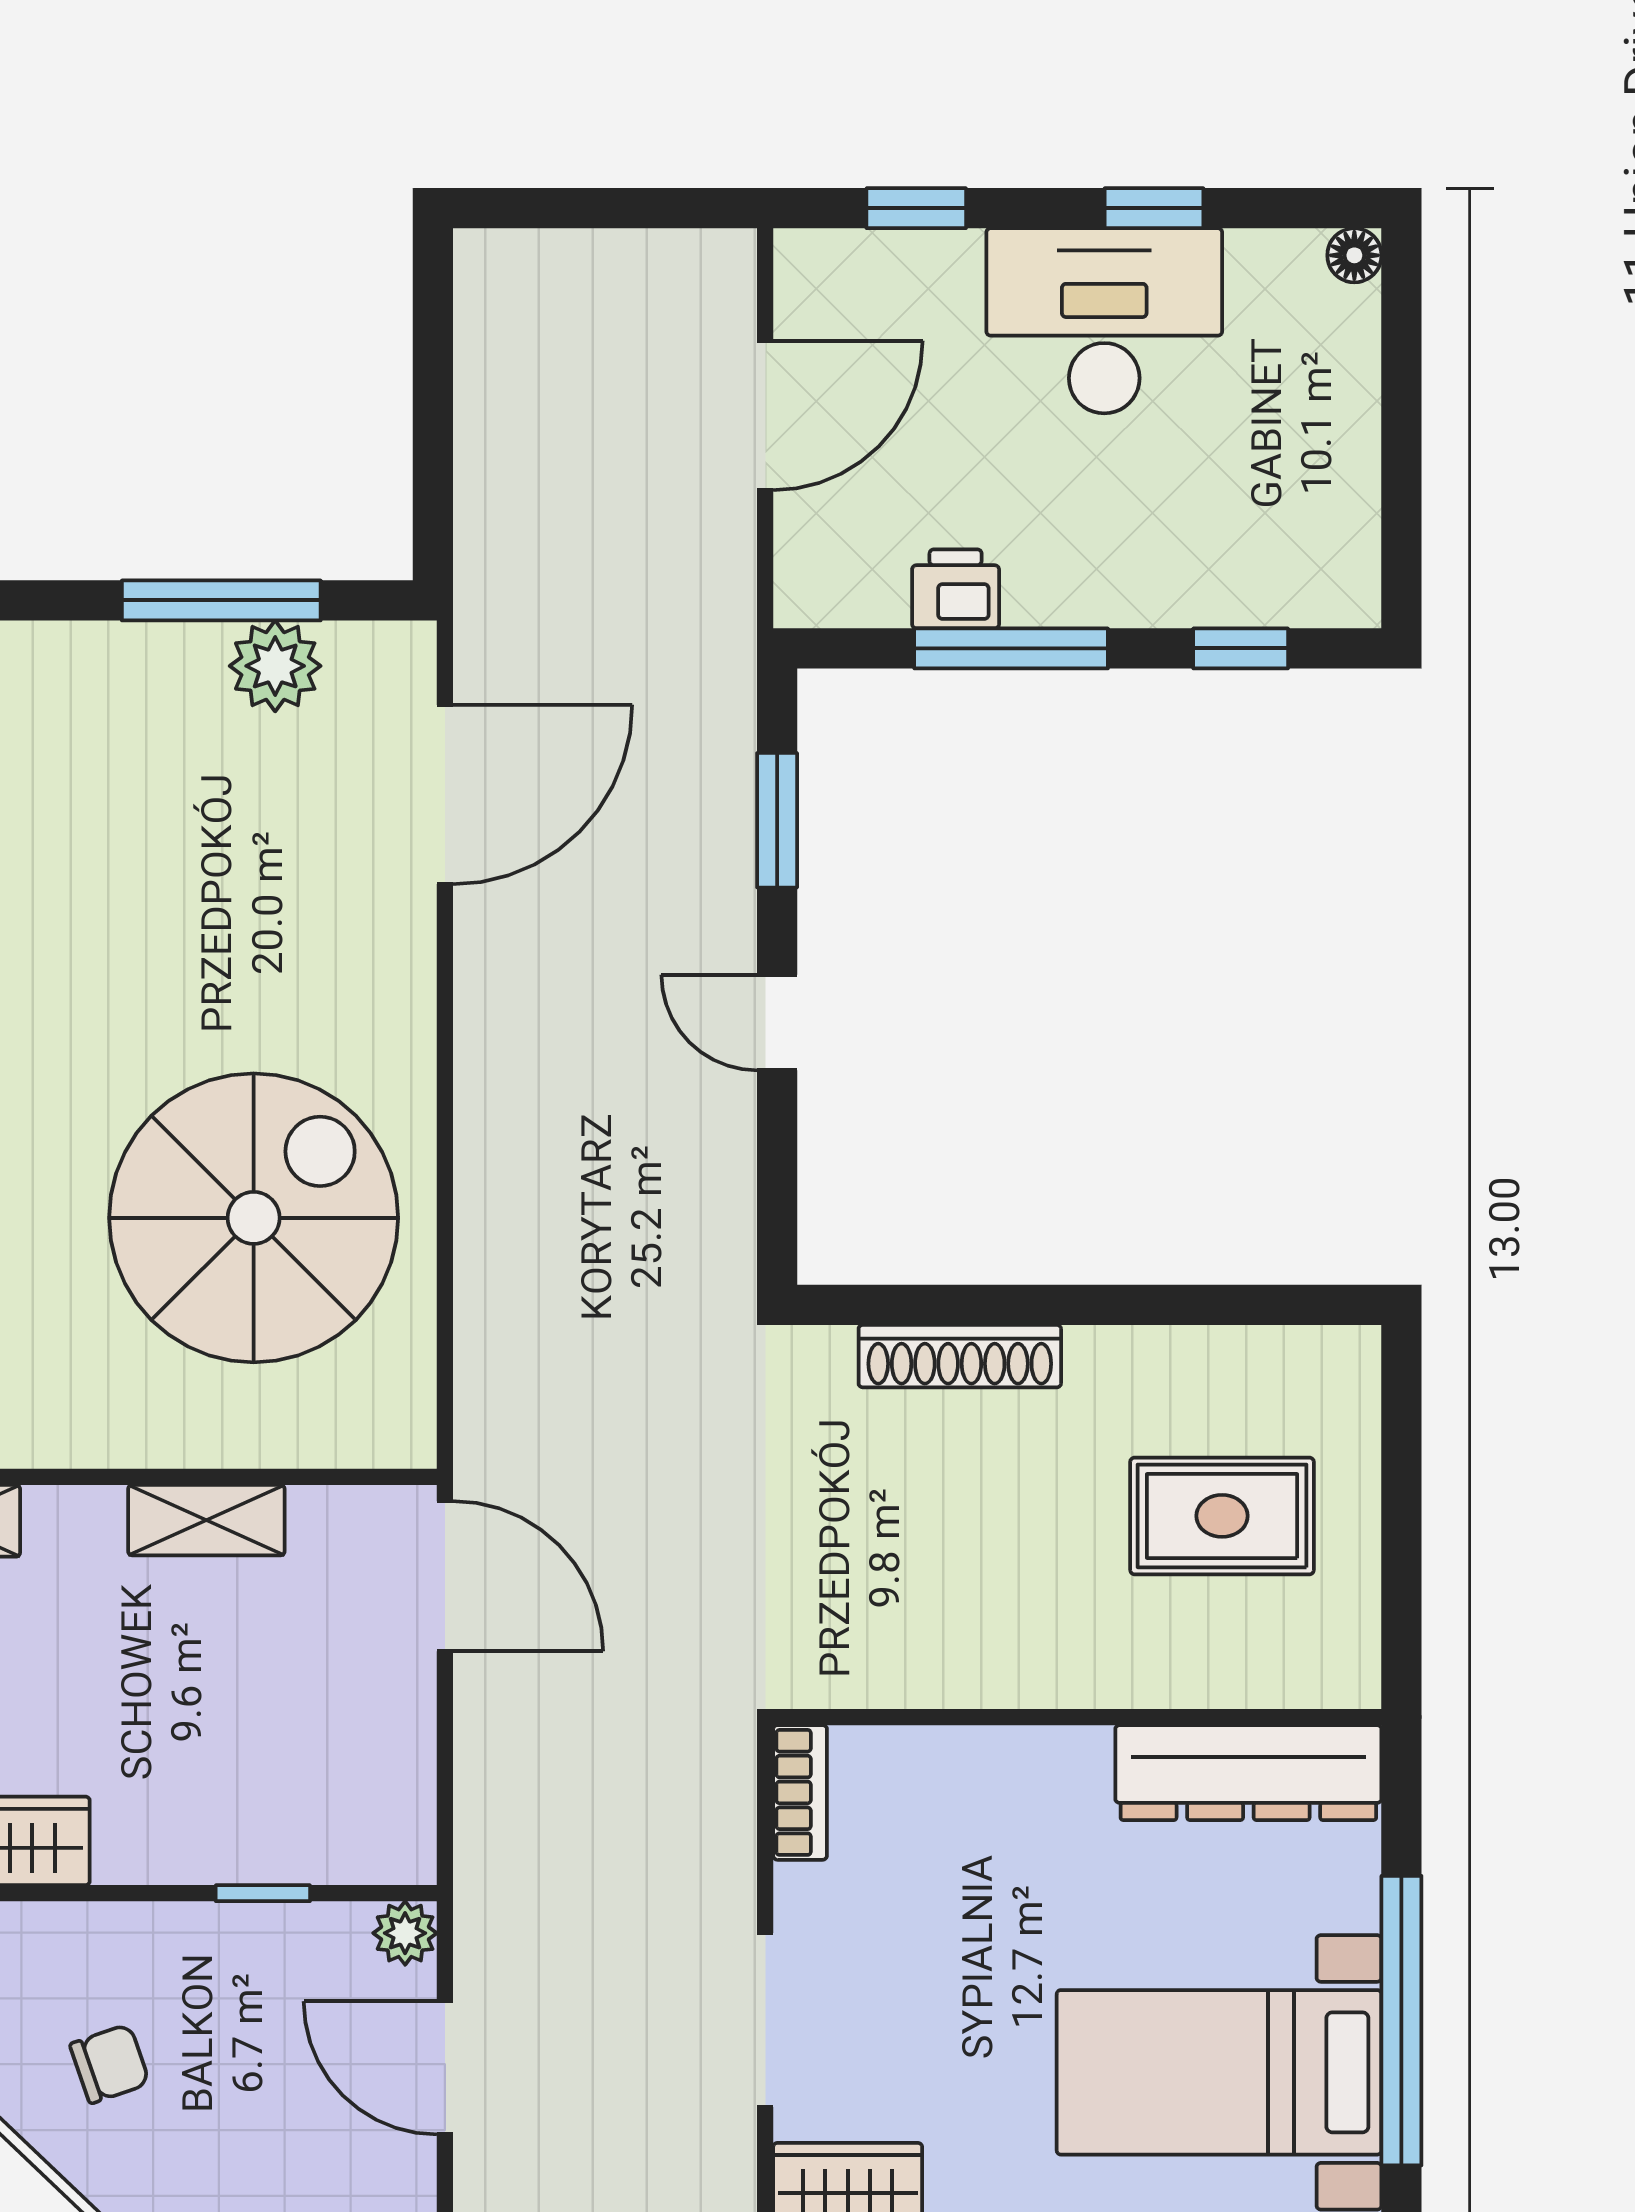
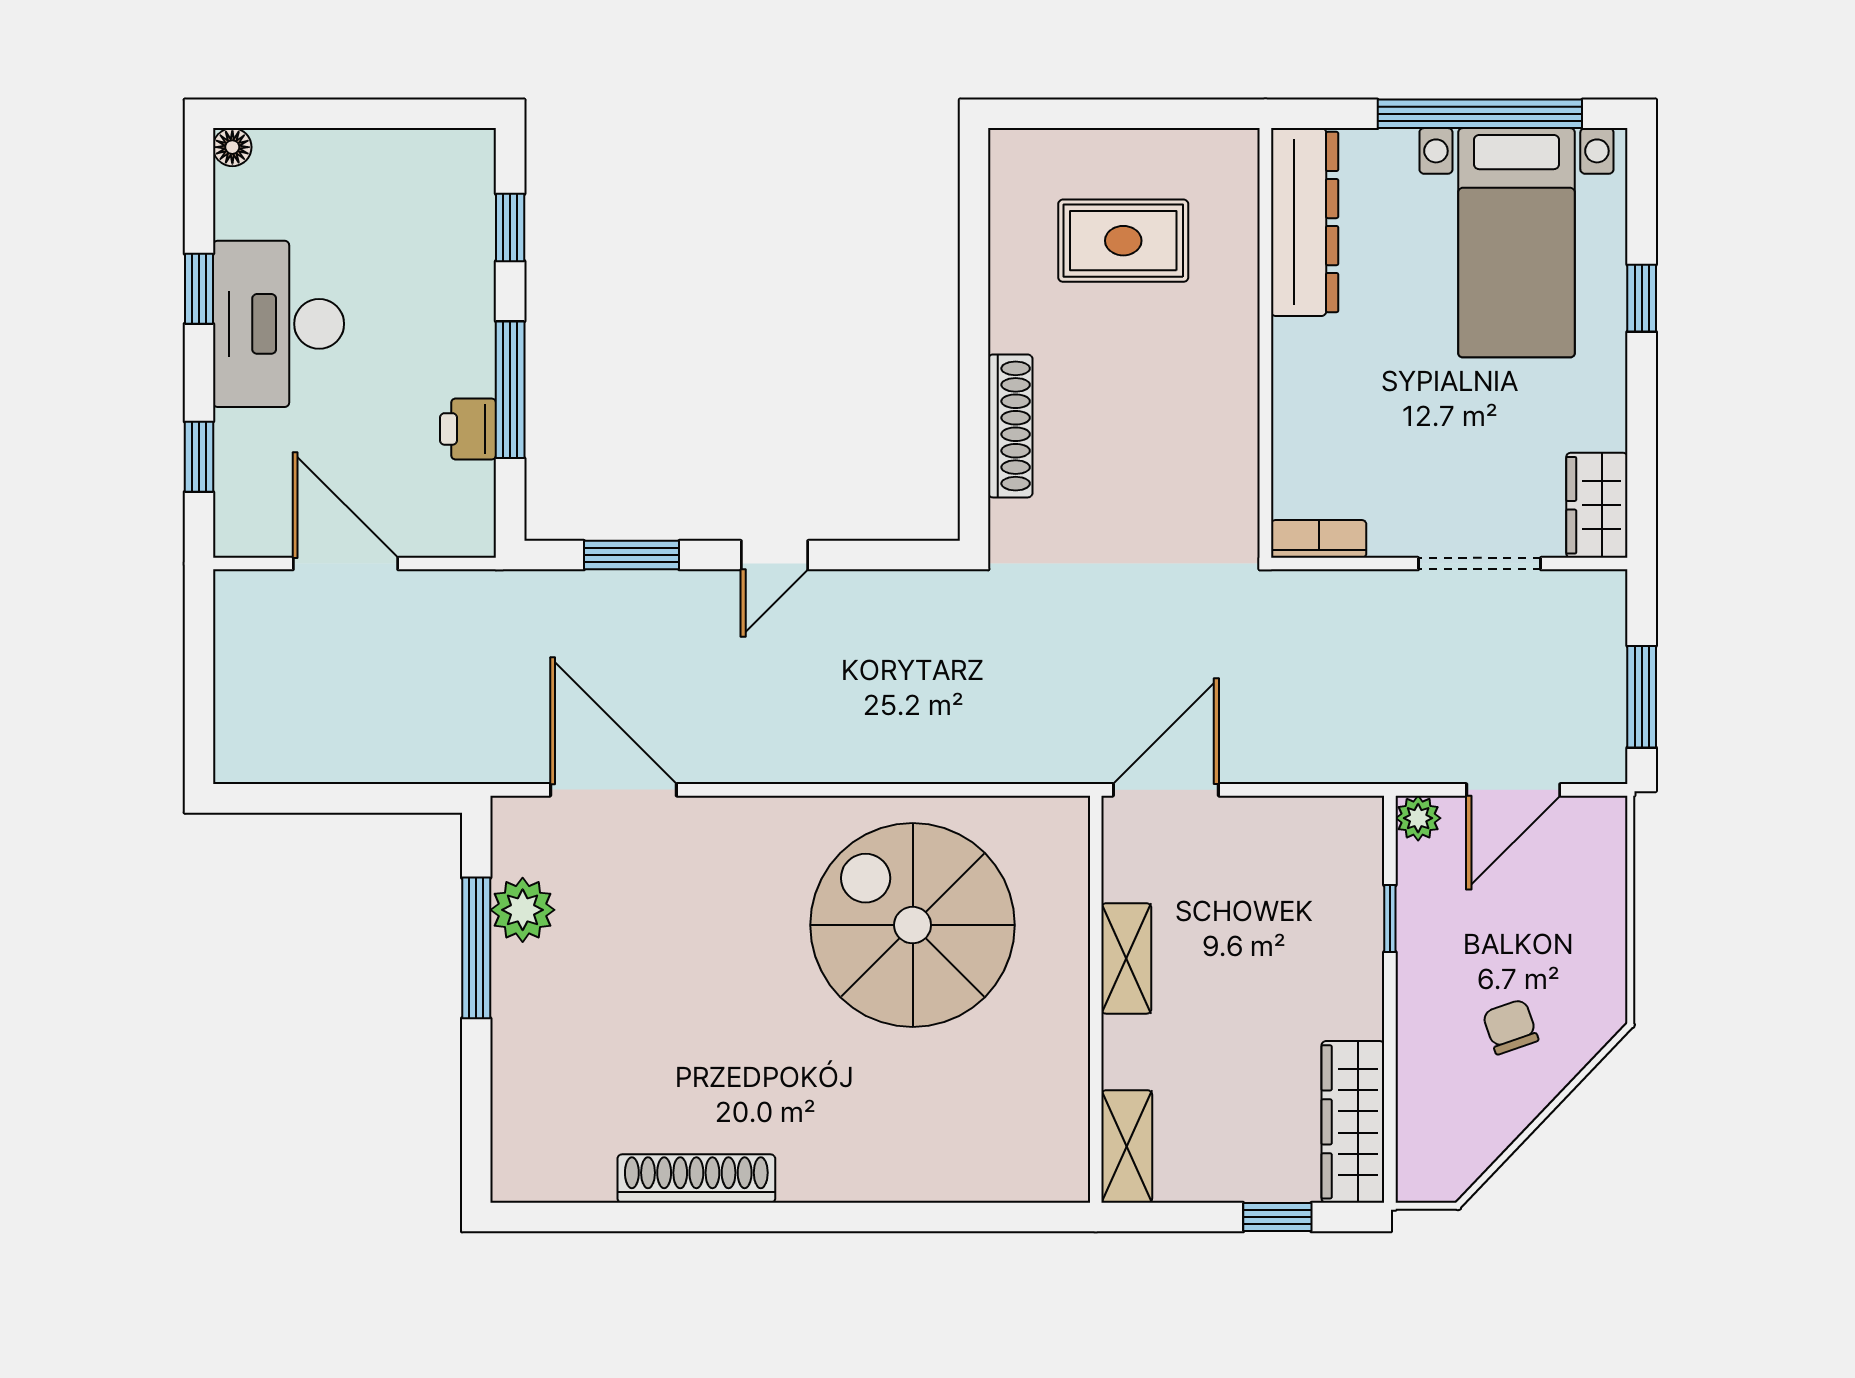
rug: (1222, 1516) -> (1123, 241), turned 90

